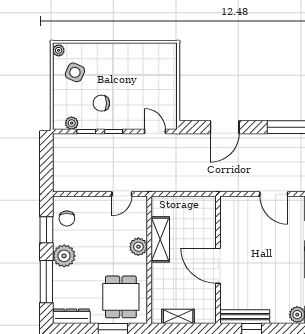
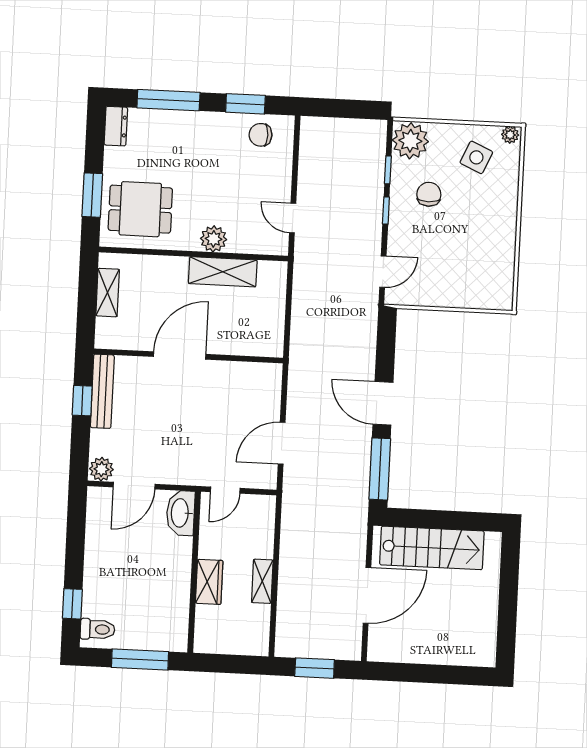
plant: (72, 123) -> (410, 141), width x1.88, depth x1.88
door: (225, 127) -> (383, 403), moved
plant: (64, 256) -> (205, 128), removed
dresser: (71, 316) -> (116, 126), width x0.70

